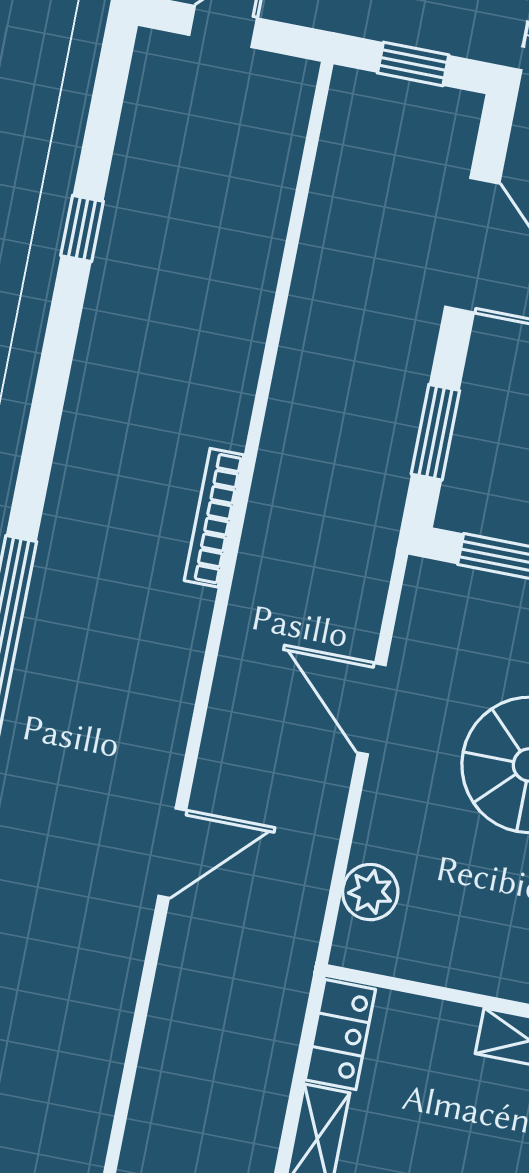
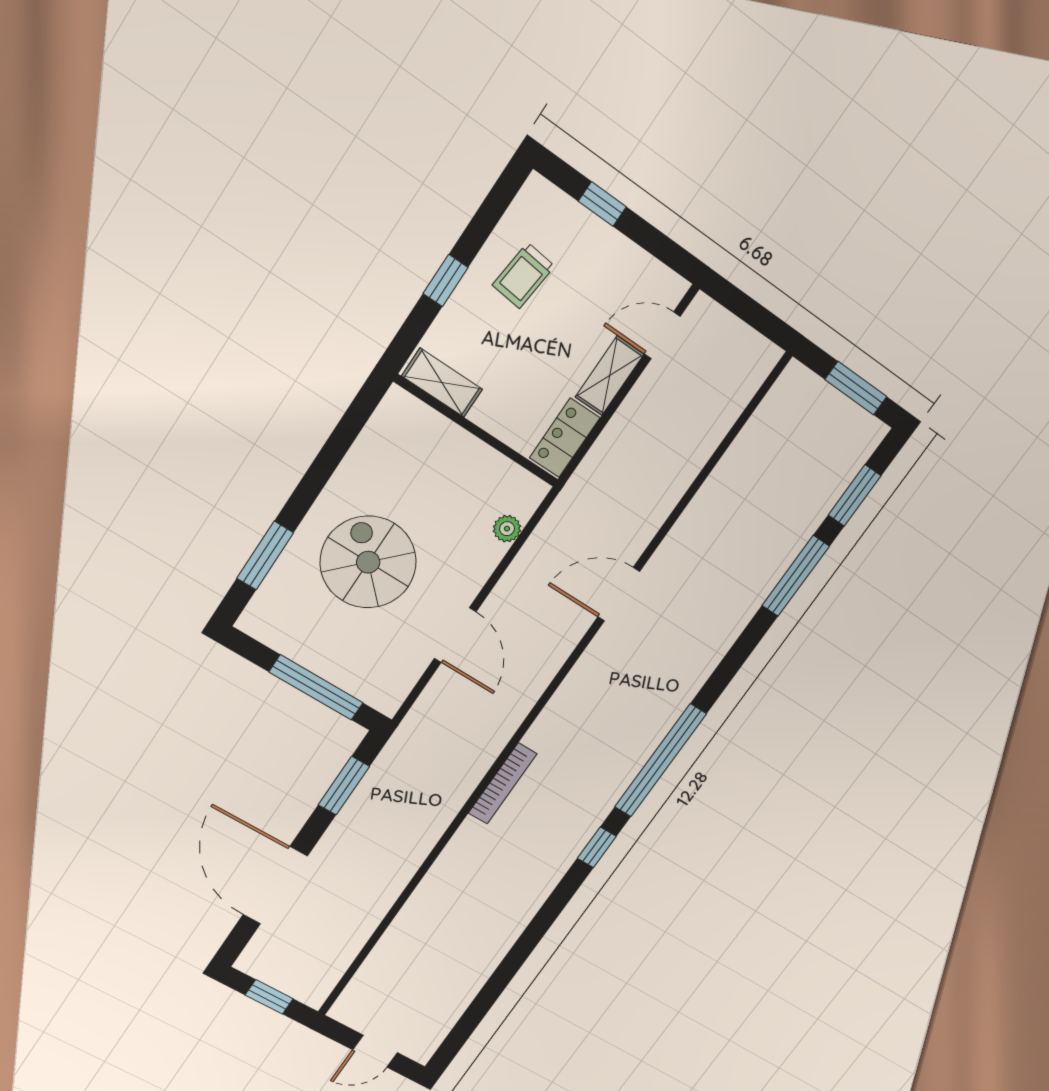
window: (82, 229) -> (597, 847), moved
plant: (370, 892) -> (507, 529), width x0.73, depth x0.73

